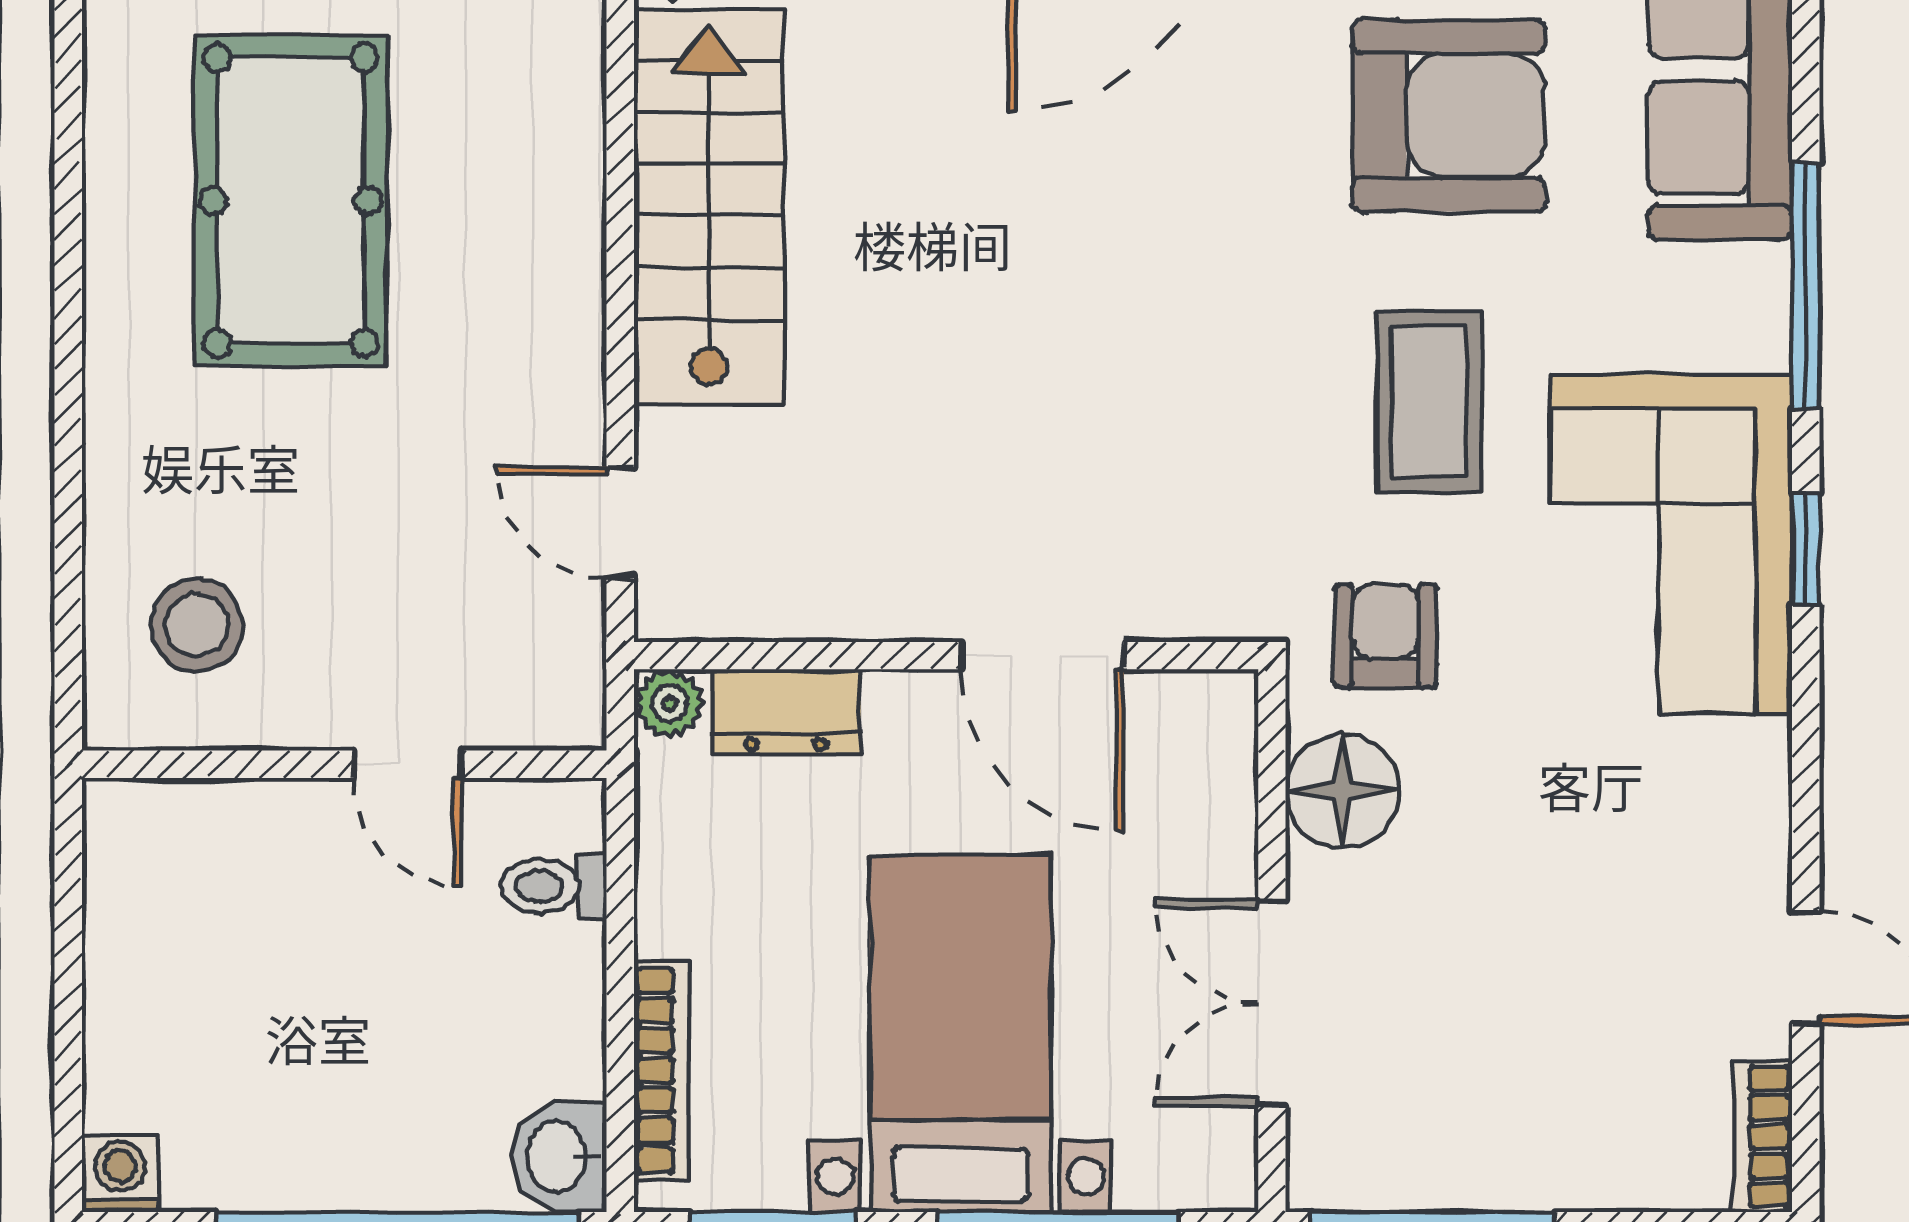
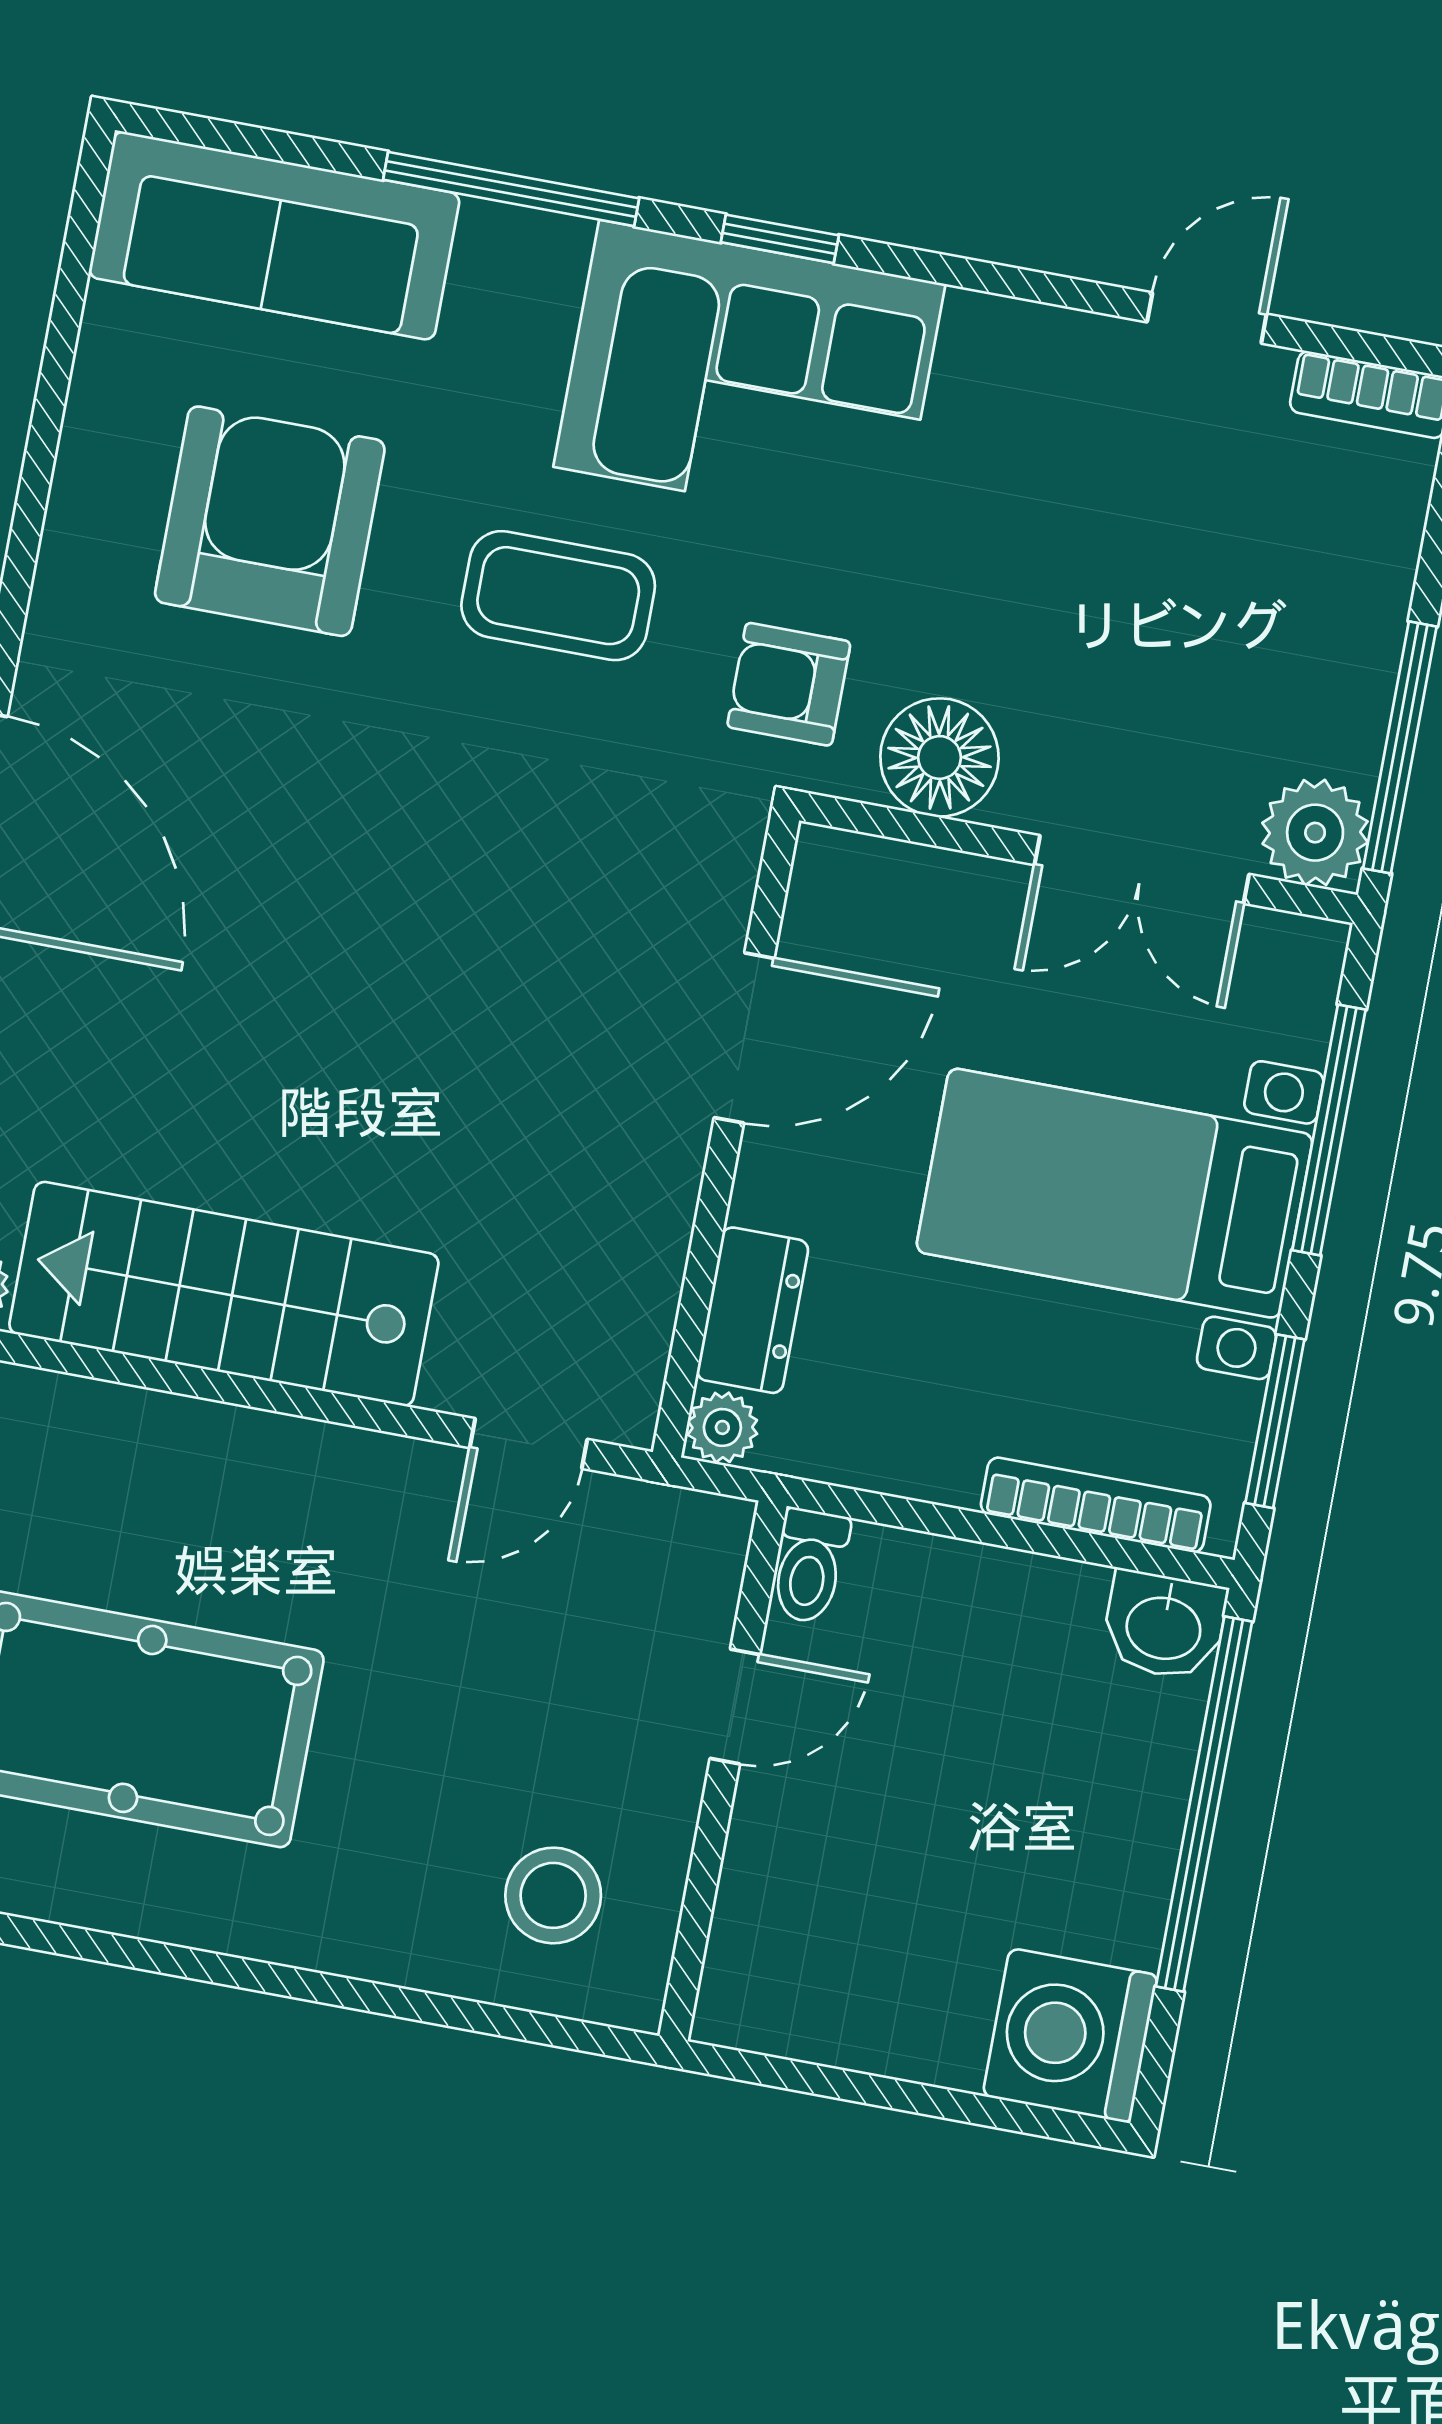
toilet: (554, 886) -> (810, 1566), moved
plant: (1337, 1160) -> (1315, 833), added
washing machine: (120, 1174) -> (1070, 2036), width x1.89, depth x1.89

